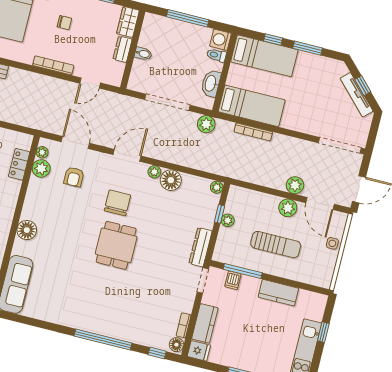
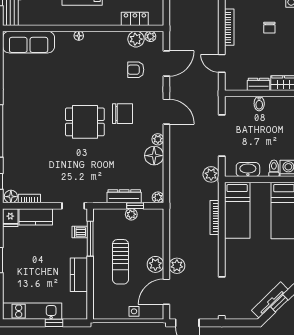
floor lamp: (27, 230) -> (79, 36), width x0.53, depth x0.53
dresser: (200, 247) -> (124, 196), moved

